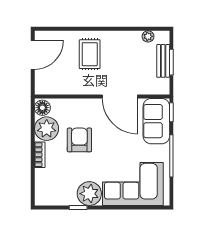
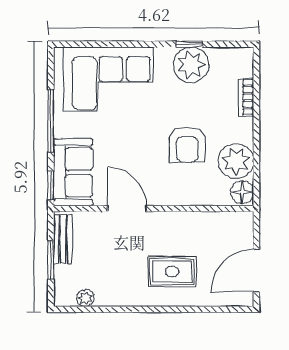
rug: (90, 54) -> (172, 272), turned 90
bench: (163, 61) -> (63, 239), moved
door: (120, 97) -> (127, 209), width x0.73
bookcase: (40, 155) -> (246, 97), moved
plant: (89, 194) -> (191, 65), moved

